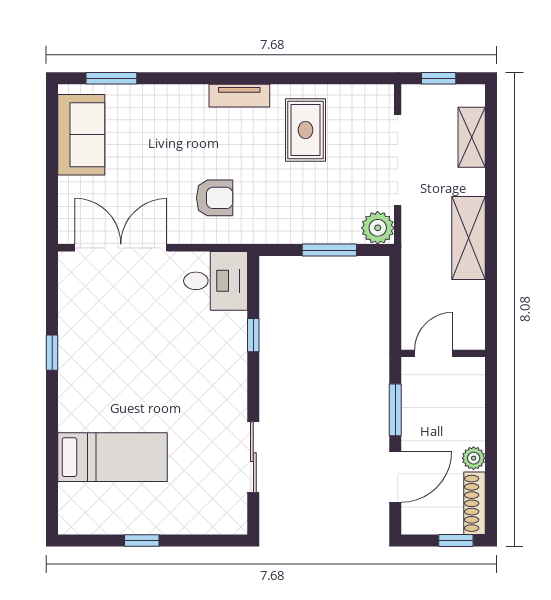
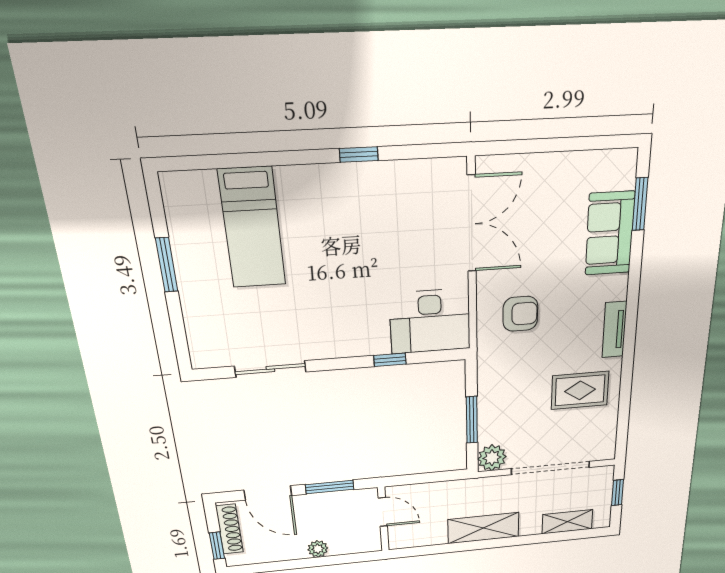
sofa: (81, 135) -> (610, 233), moved, turned 90
armchair: (215, 198) -> (520, 314), turned -90
desk: (216, 281) -> (430, 321), width x1.37
plant: (474, 458) -> (318, 549), moved
shoe rack: (474, 503) -> (229, 529), moved, turned 90
window: (142, 541) -> (167, 265), width x1.50

